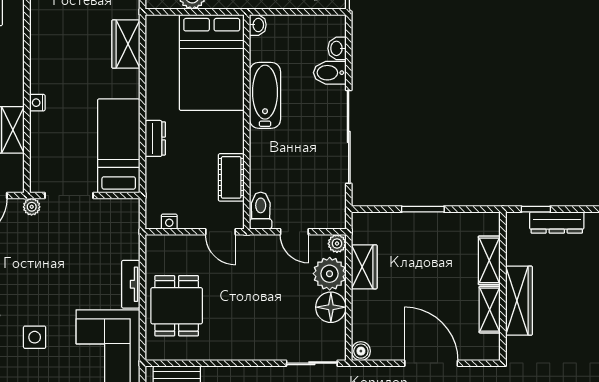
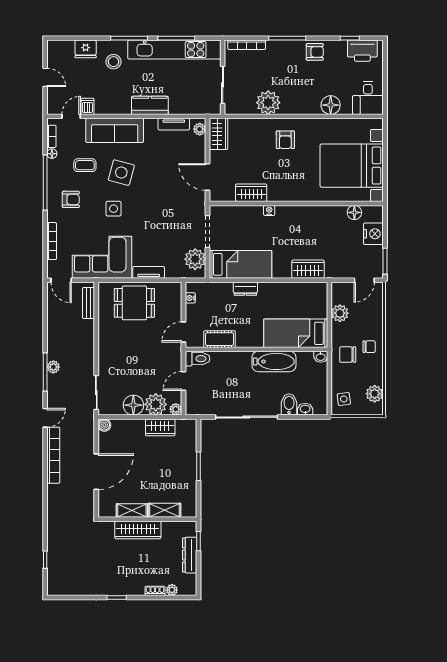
bed: (212, 63) -> (296, 333), width x0.67
plant: (32, 207) -> (195, 259), moved, width x1.88, depth x1.88

